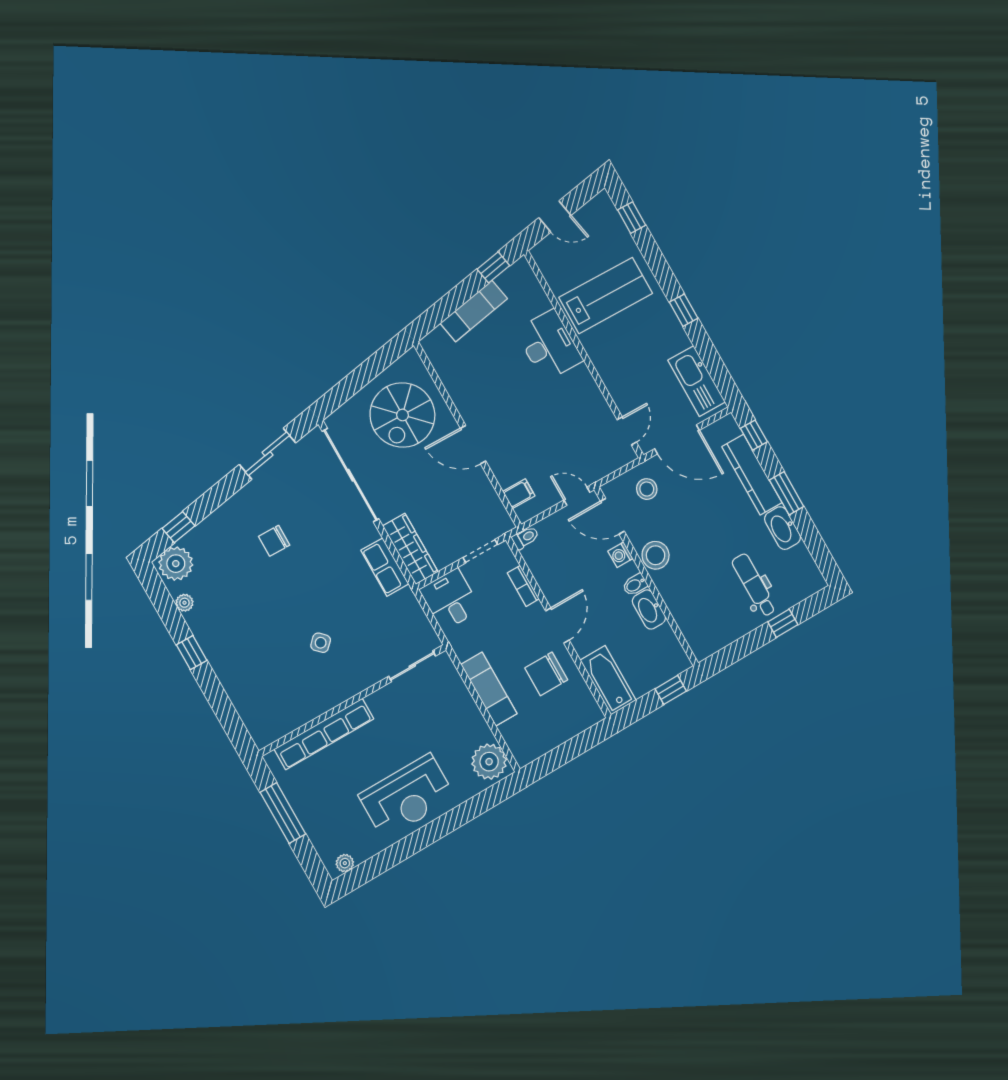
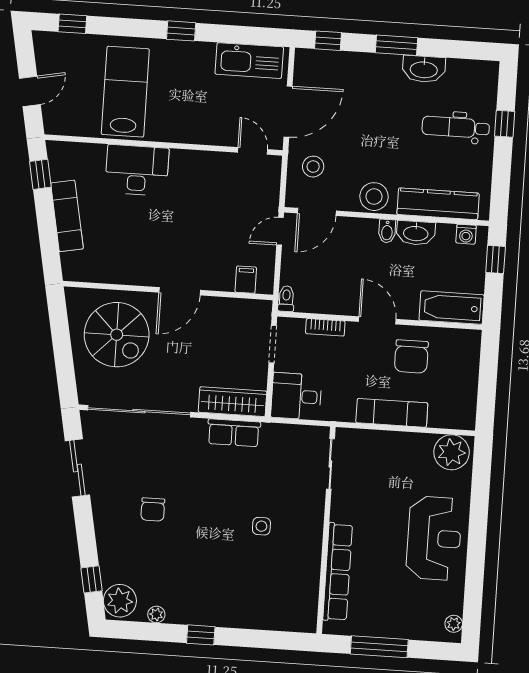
kitchen counter: (752, 475) -> (438, 204), moved, turned 180
washing machine: (620, 555) -> (466, 234), moved
side table: (321, 643) -> (261, 526), turned 45

